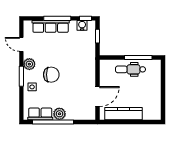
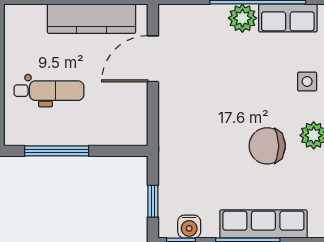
dental chair: (131, 69) -> (49, 91), moved
chair: (51, 75) -> (267, 146), moved

